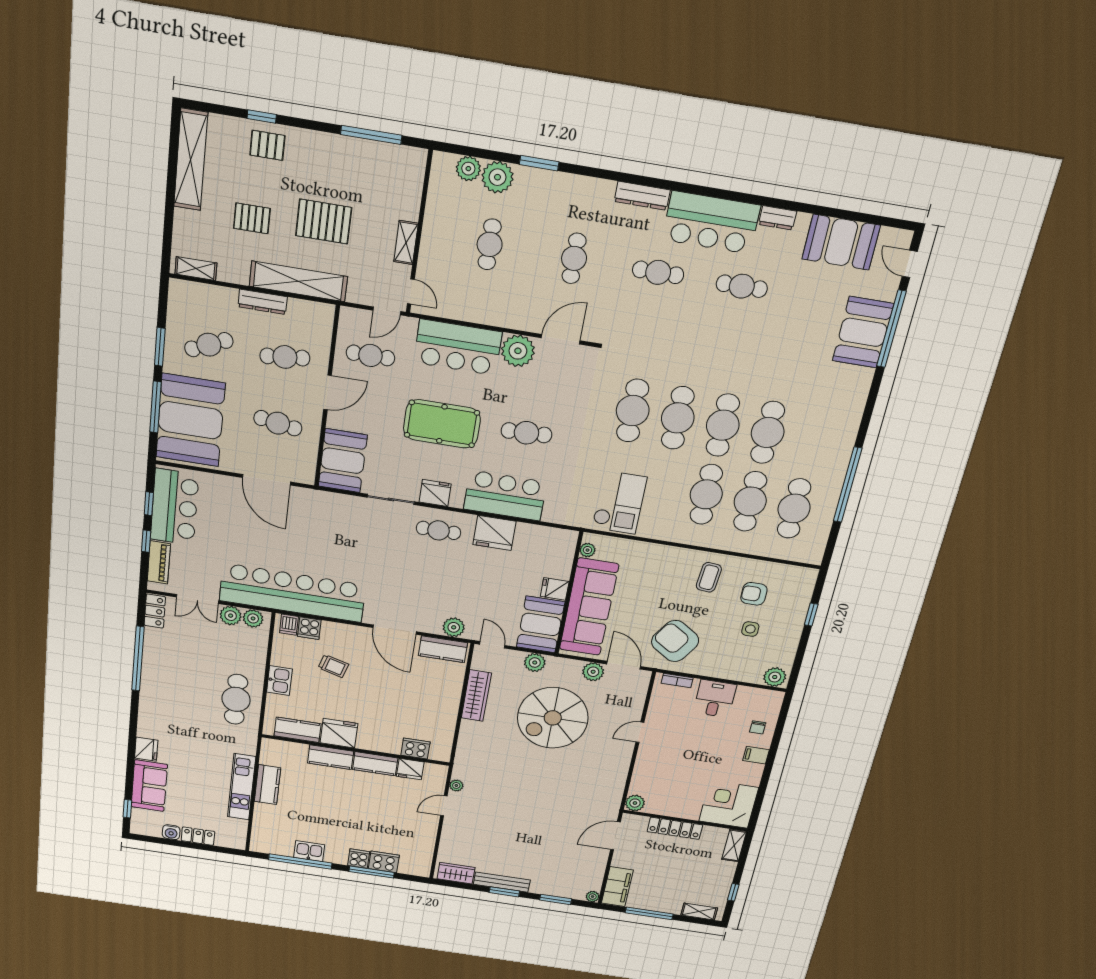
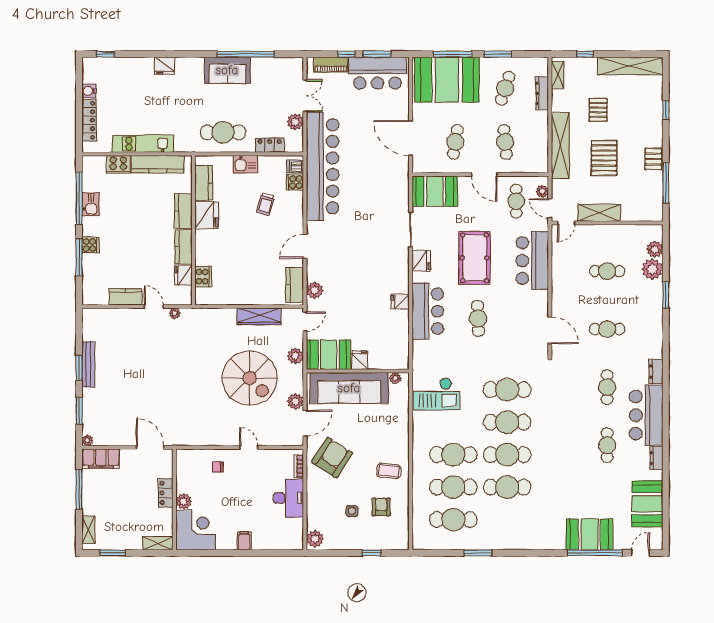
pallet: (267, 145) -> (653, 159), moved
dresser: (642, 196) -> (656, 372), width x0.70
window: (168, 224) -> (585, 54), added
shelving: (406, 243) -> (599, 213), width x1.50, depth x1.33
dresser: (263, 302) -> (542, 93), moved
cafe table: (209, 345) -> (505, 88), turned 42
plant: (518, 351) -> (542, 191), moved, width x0.53, depth x0.53
door: (267, 480) -> (411, 138), hinge flipped
window: (848, 485) -> (478, 553), width x0.47
window: (149, 504) -> (377, 54), width x1.50
cafe table: (438, 530) -> (392, 267), removed
fridge: (494, 533) -> (400, 302), width x0.53, depth x0.75
double door: (197, 599) -> (305, 96), swing flipped
locker: (155, 611) -> (270, 145), moved, turned 180
plant: (253, 618) -> (296, 139), removed
door: (395, 630) -> (305, 246), width x0.73
desk: (715, 699) -> (288, 498), width x1.37
spiral stairs: (553, 718) -> (250, 378), turned 180
chair: (758, 727) -> (218, 467), moved
kitchen counter: (268, 785) -> (158, 164), width x1.50
sofa: (149, 786) -> (227, 70), moved
plant: (635, 803) -> (184, 501), moved
locker: (675, 828) -> (166, 493), width x0.66
kitchen counter: (427, 833) -> (126, 297), added
locker: (198, 836) -> (89, 120), width x1.53
cooker: (384, 862) -> (118, 164), moved, turned 90
wardrobe: (456, 873) -> (90, 326), removed
window: (733, 892) -> (112, 553), width x1.50

